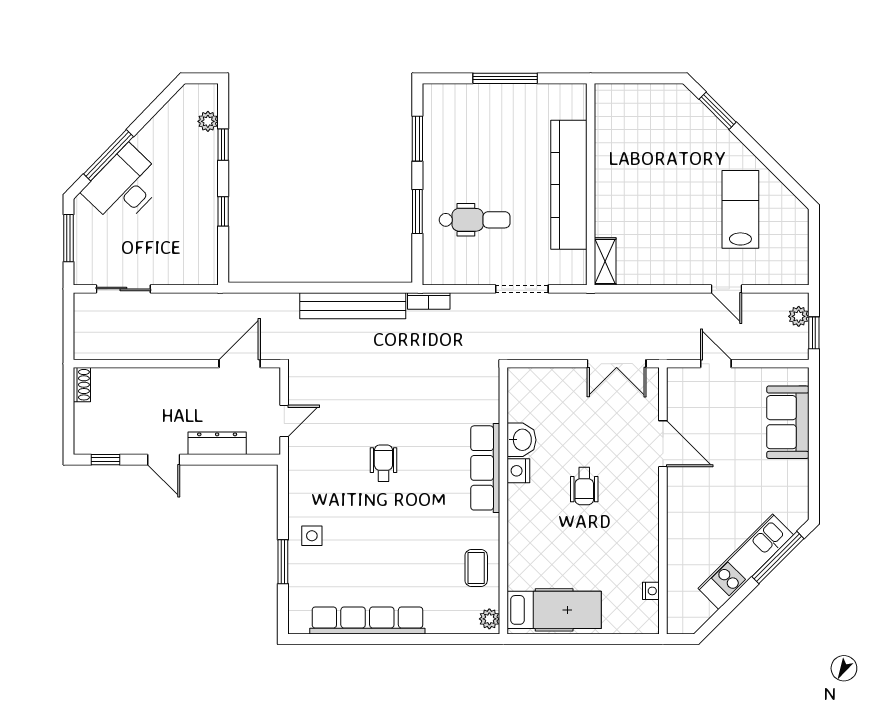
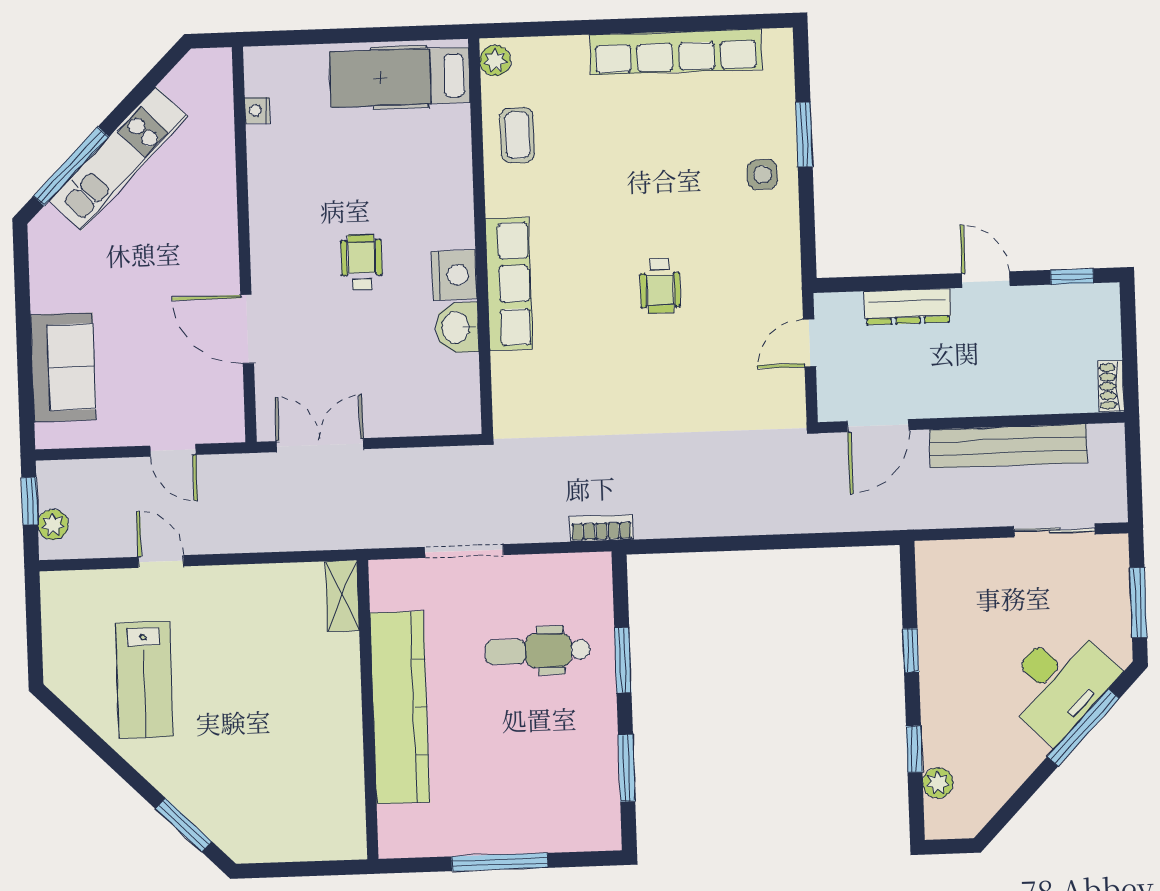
bench: (353, 306) -> (1008, 446), moved
nightstand: (518, 471) -> (454, 275), width x1.36, depth x1.33

